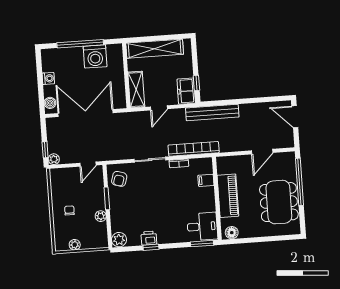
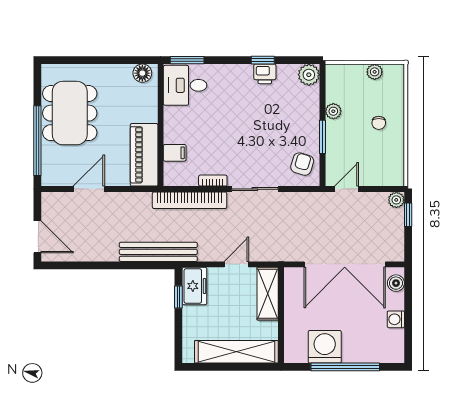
piano: (228, 196) -> (144, 155), moved

